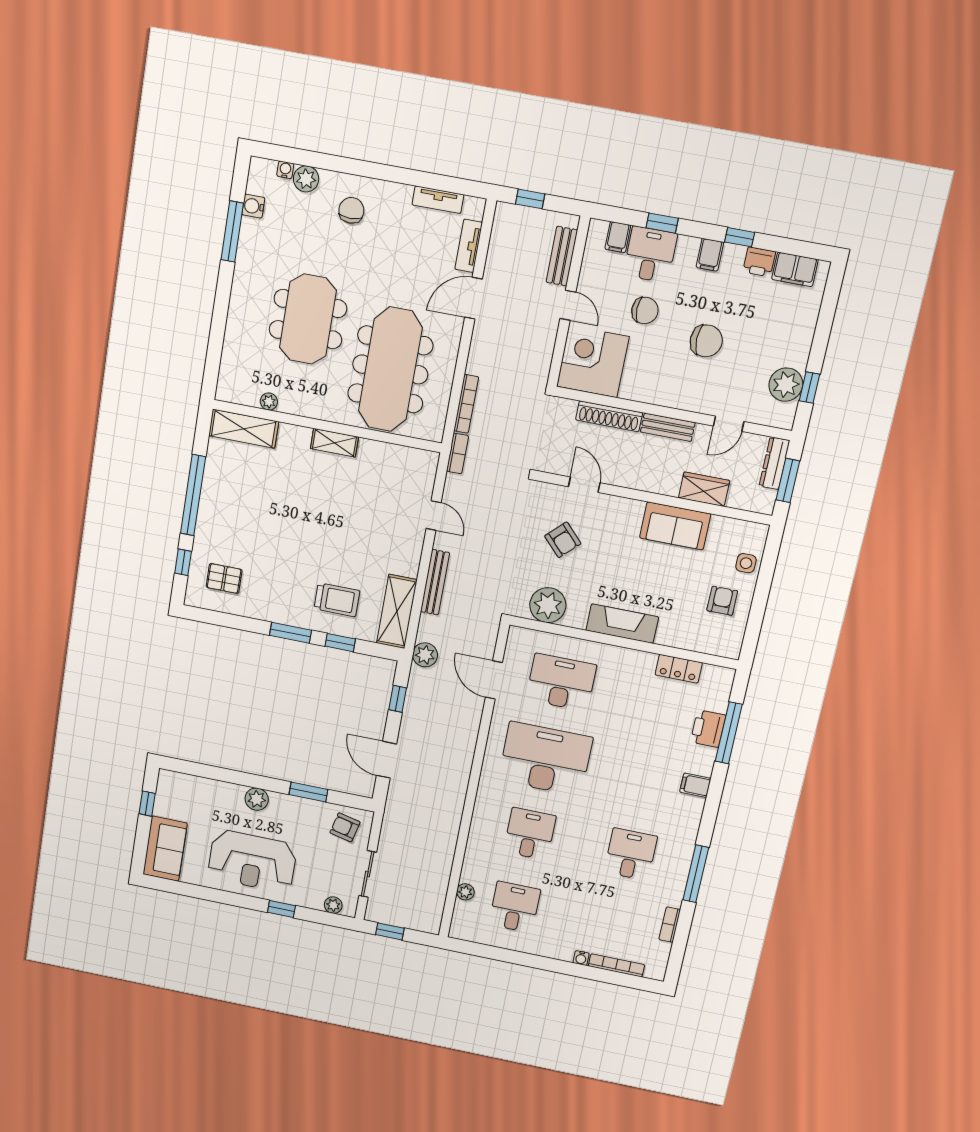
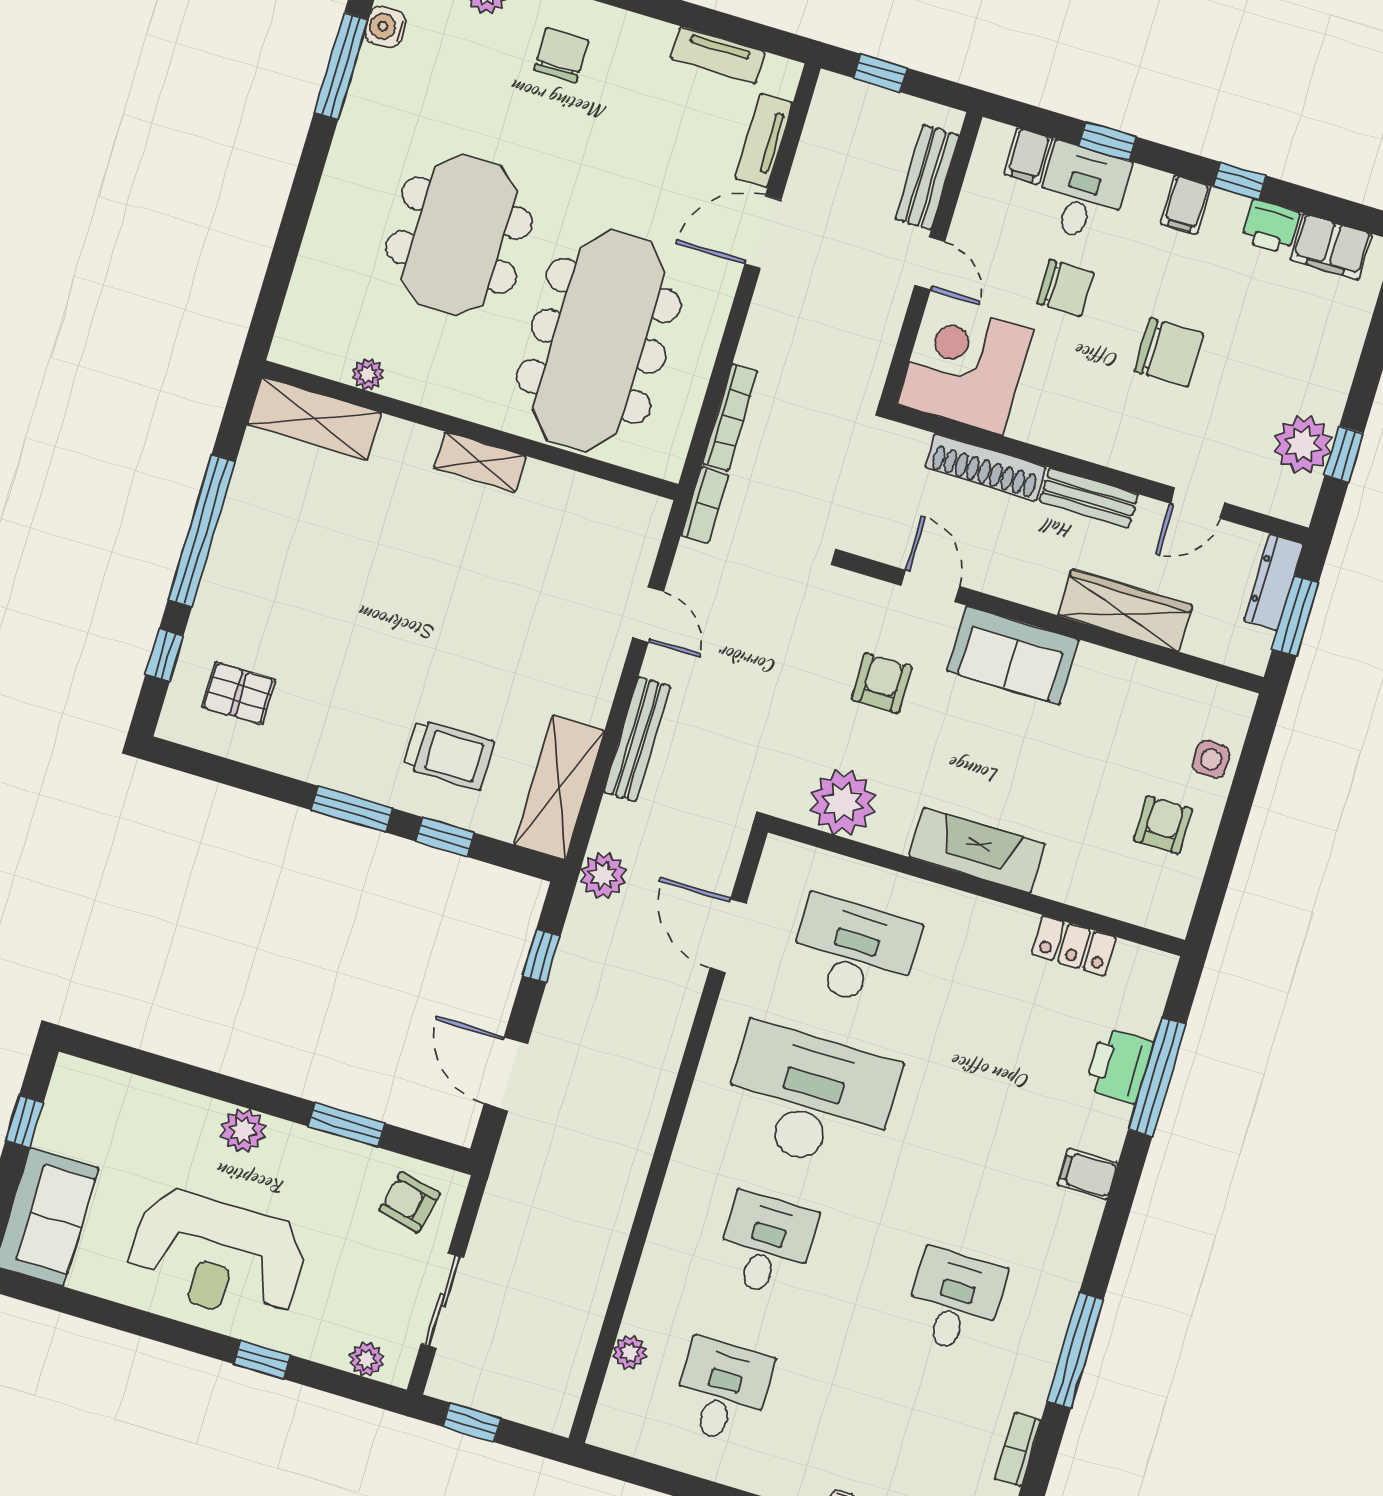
wardrobe: (704, 489) -> (1125, 610), width x1.50
sofa: (675, 526) -> (1013, 655), moved
armchair: (563, 540) -> (882, 683), turned -136

